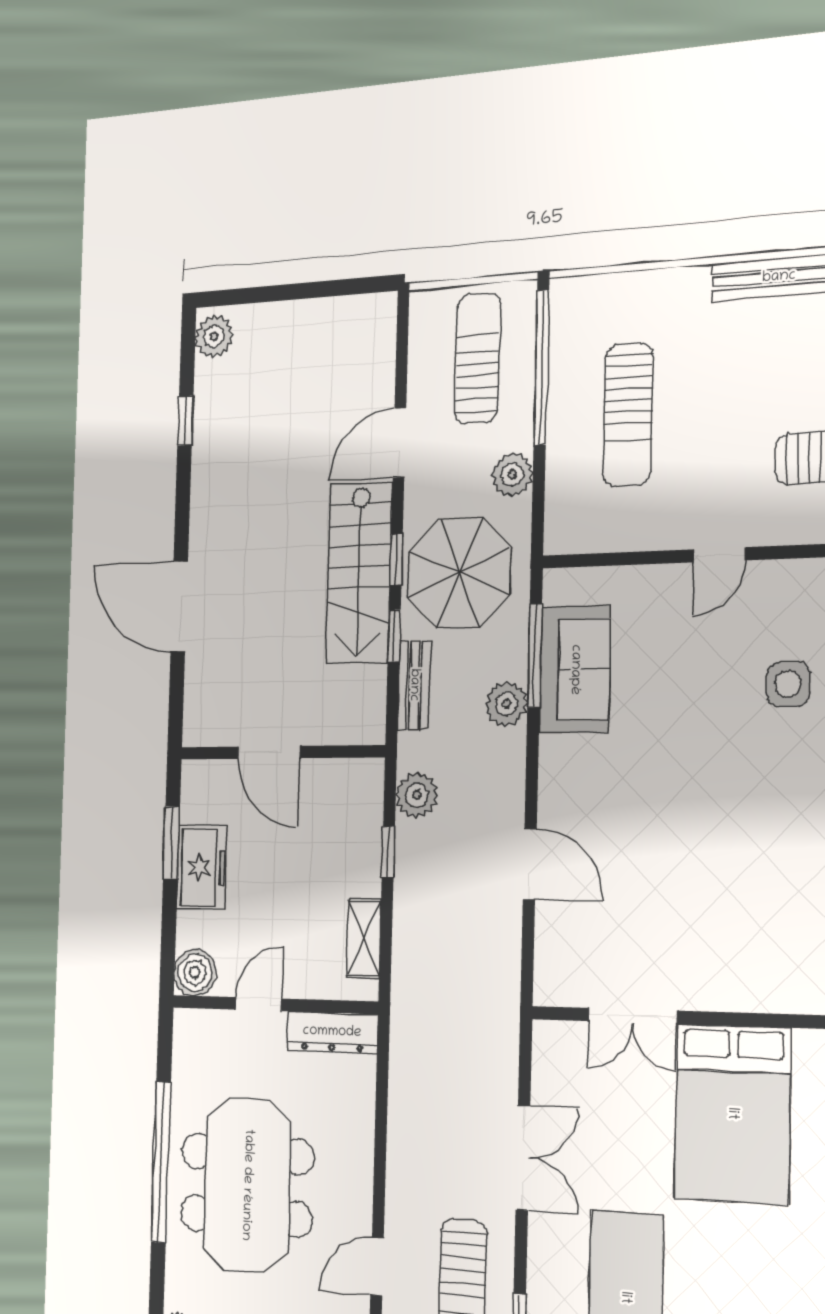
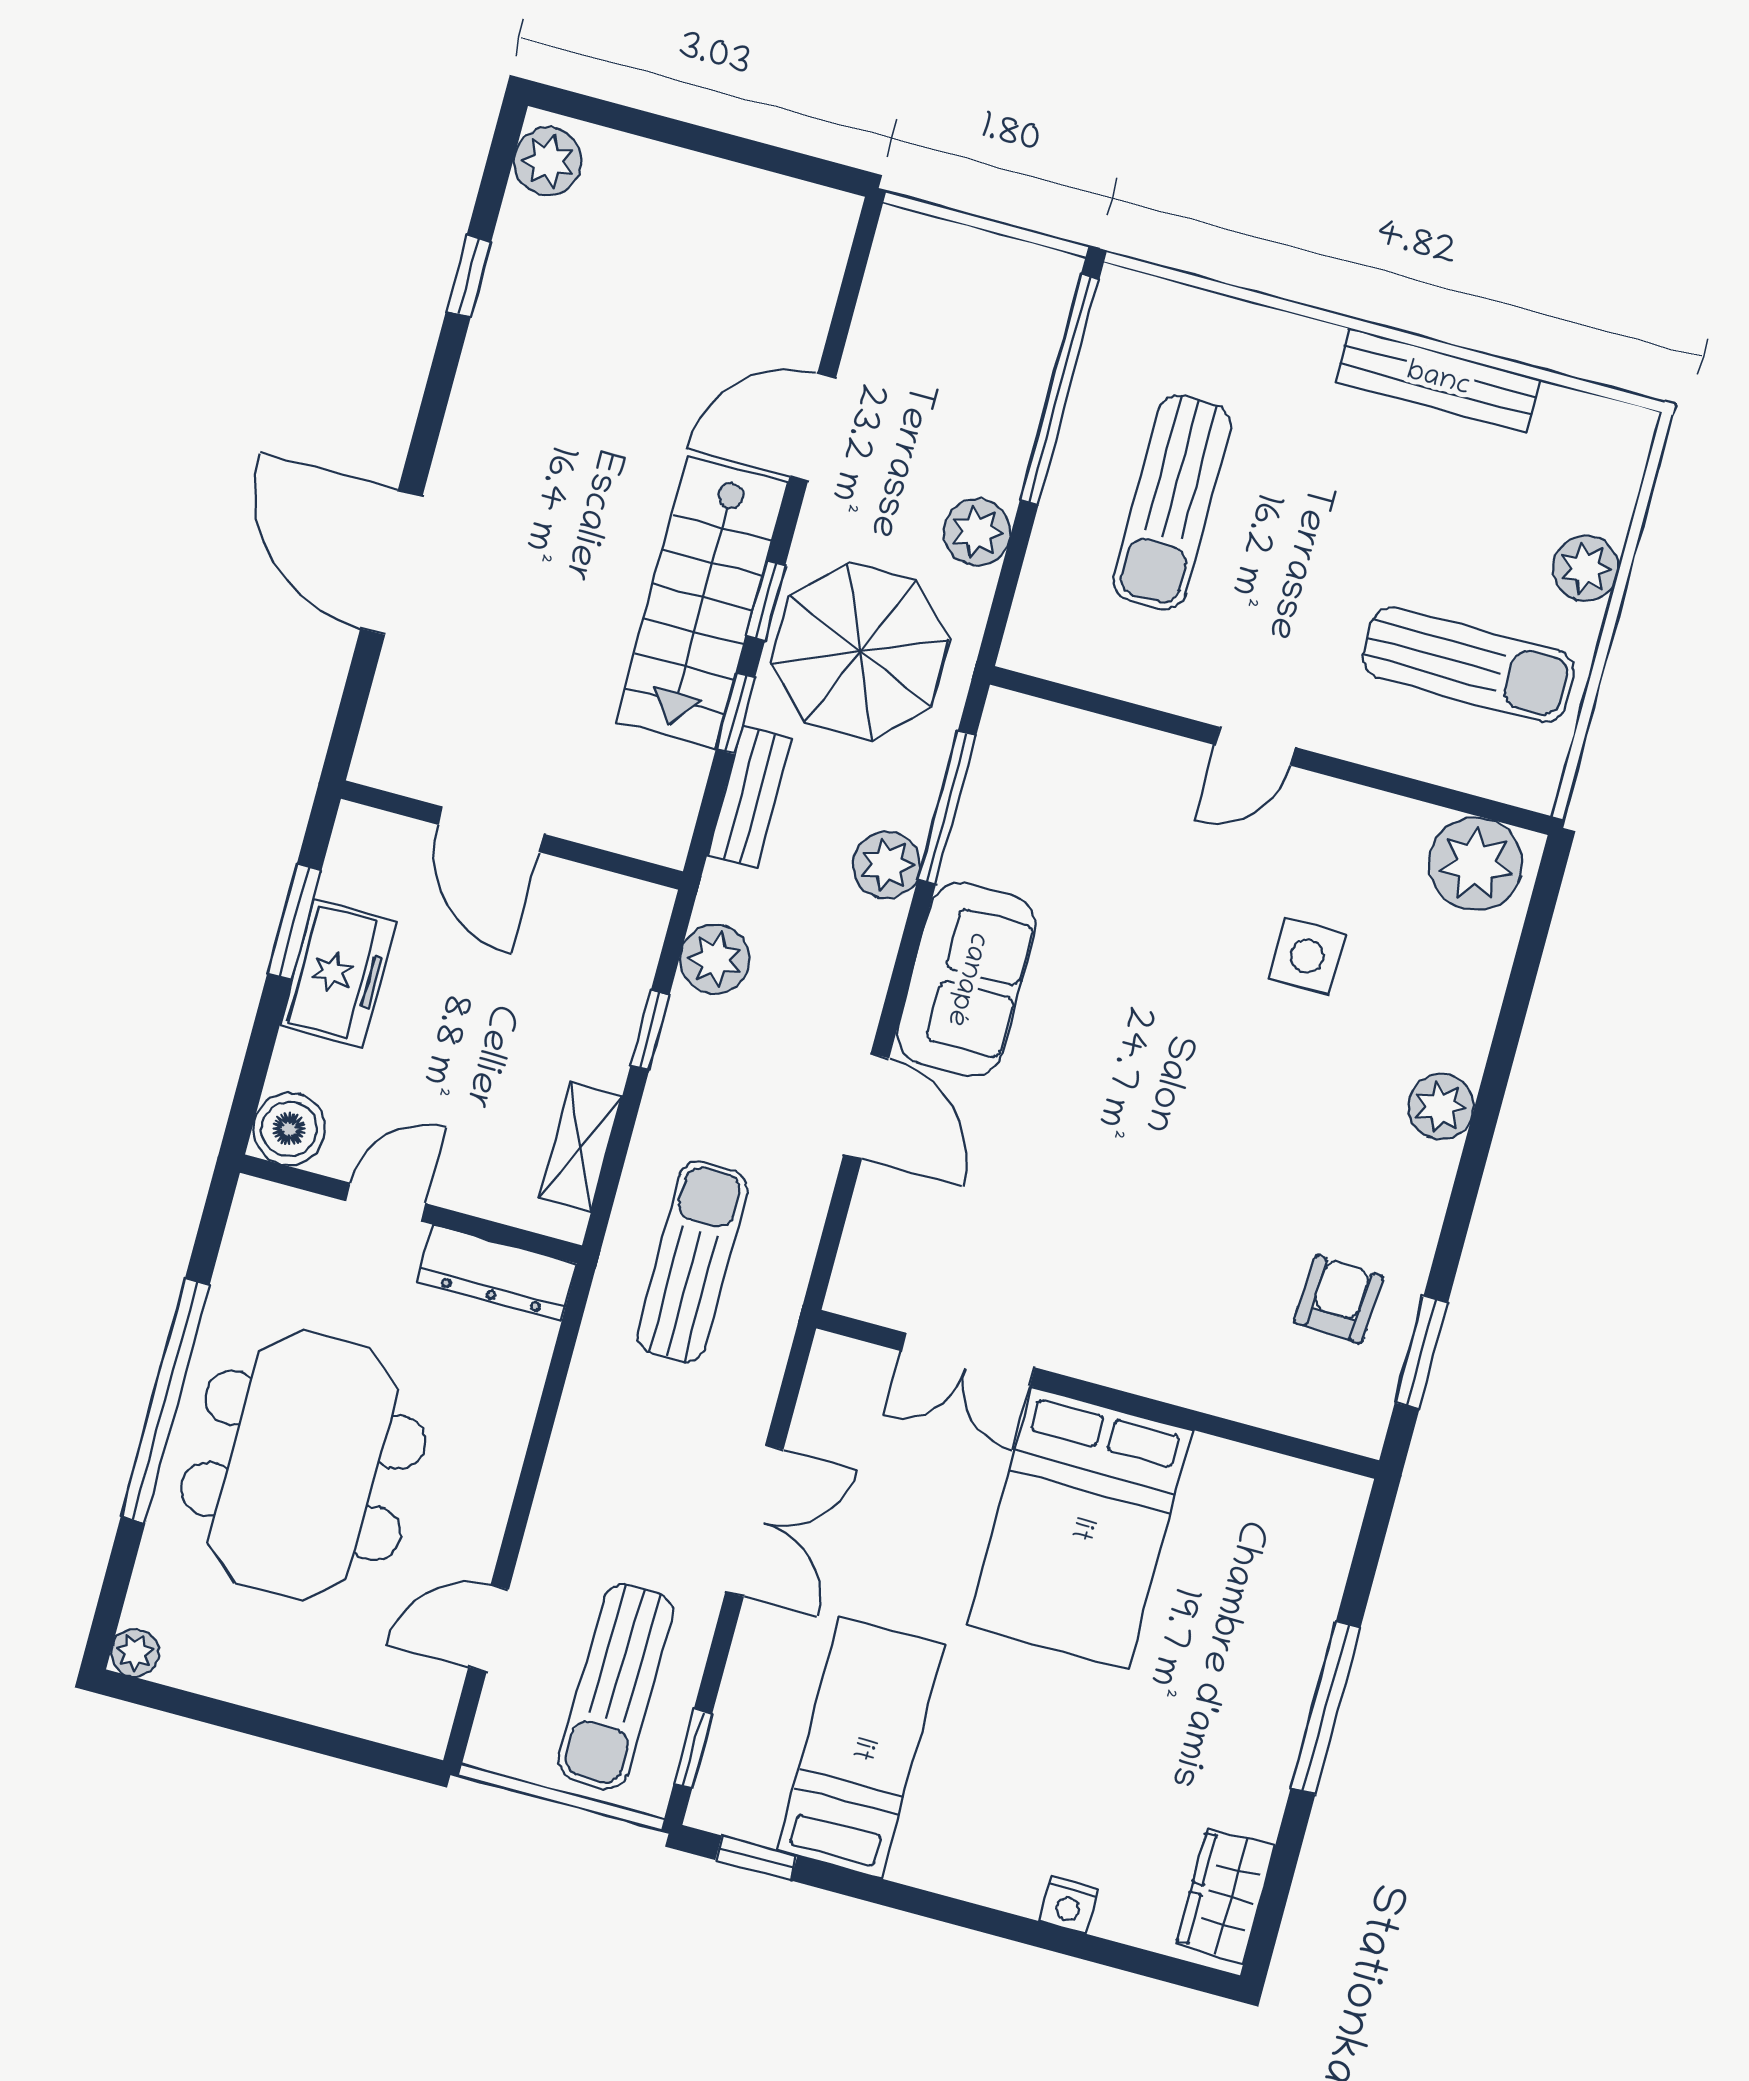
sun lounger: (477, 358) -> (692, 1261), moved
sofa: (575, 670) -> (966, 979), moved

